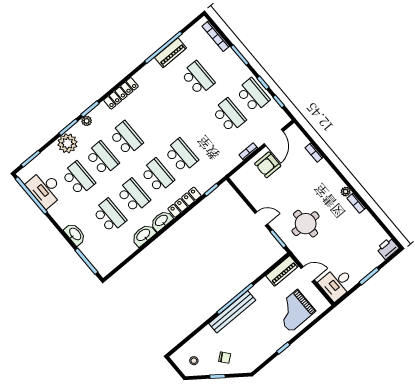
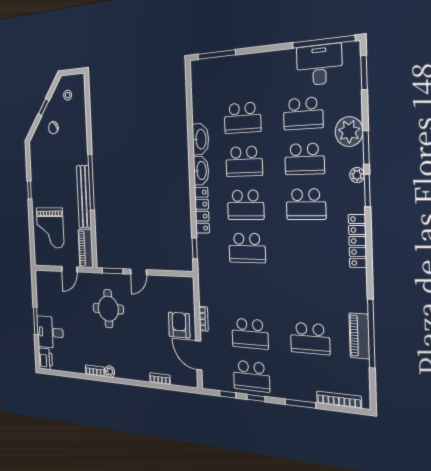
washbasin: (75, 234) -> (250, 63), removed
desk: (337, 283) -> (50, 332), moved, turned -90
grand piano: (294, 311) -> (50, 228), turned 180
bench: (232, 312) -> (84, 197), moved

